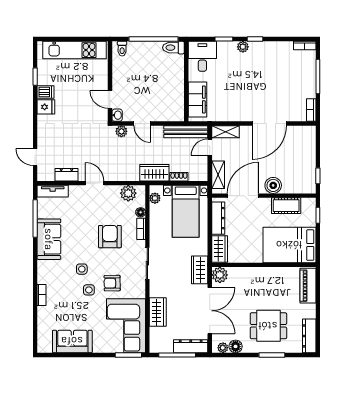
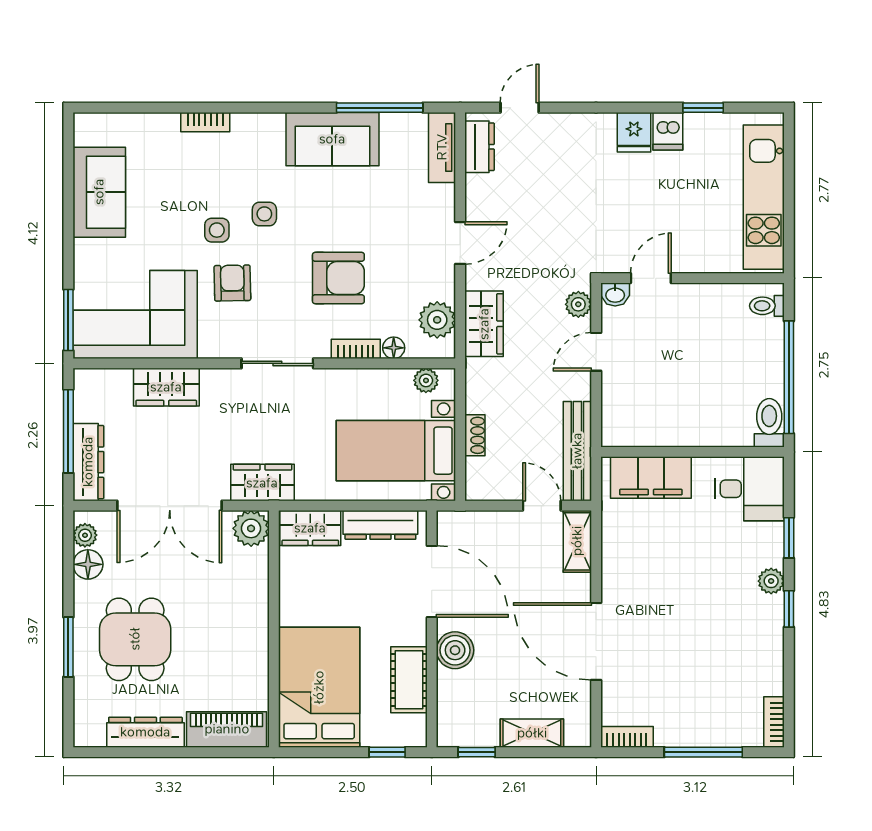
wardrobe: (154, 173) -> (484, 324), moved
dresser: (66, 175) -> (480, 147), moved
shelving: (218, 175) -> (532, 733), moved
dresser: (309, 336) -> (145, 732), moved

